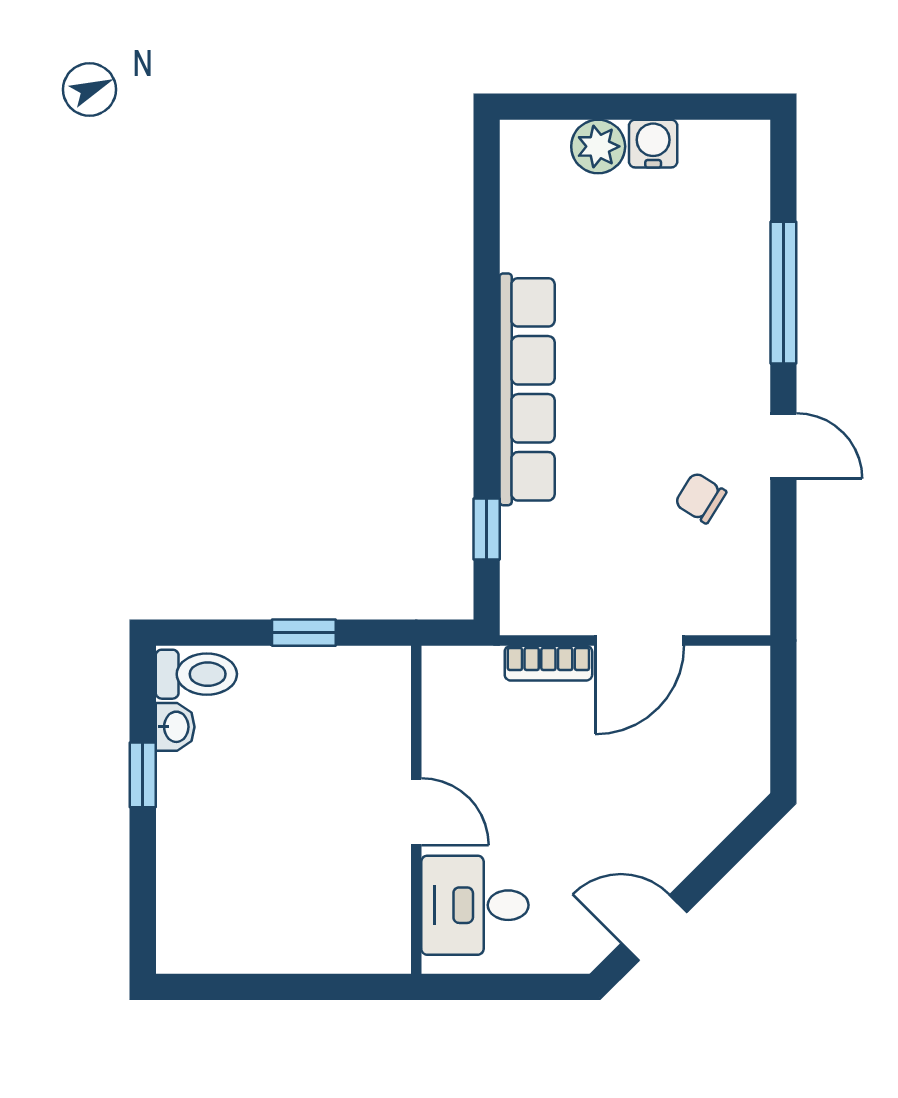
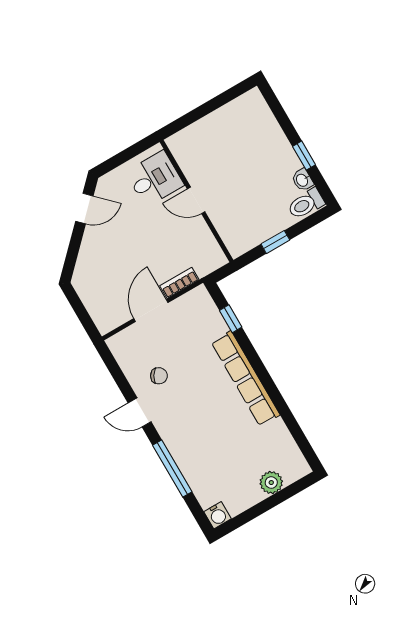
water cooler: (653, 144) -> (218, 515), moved

